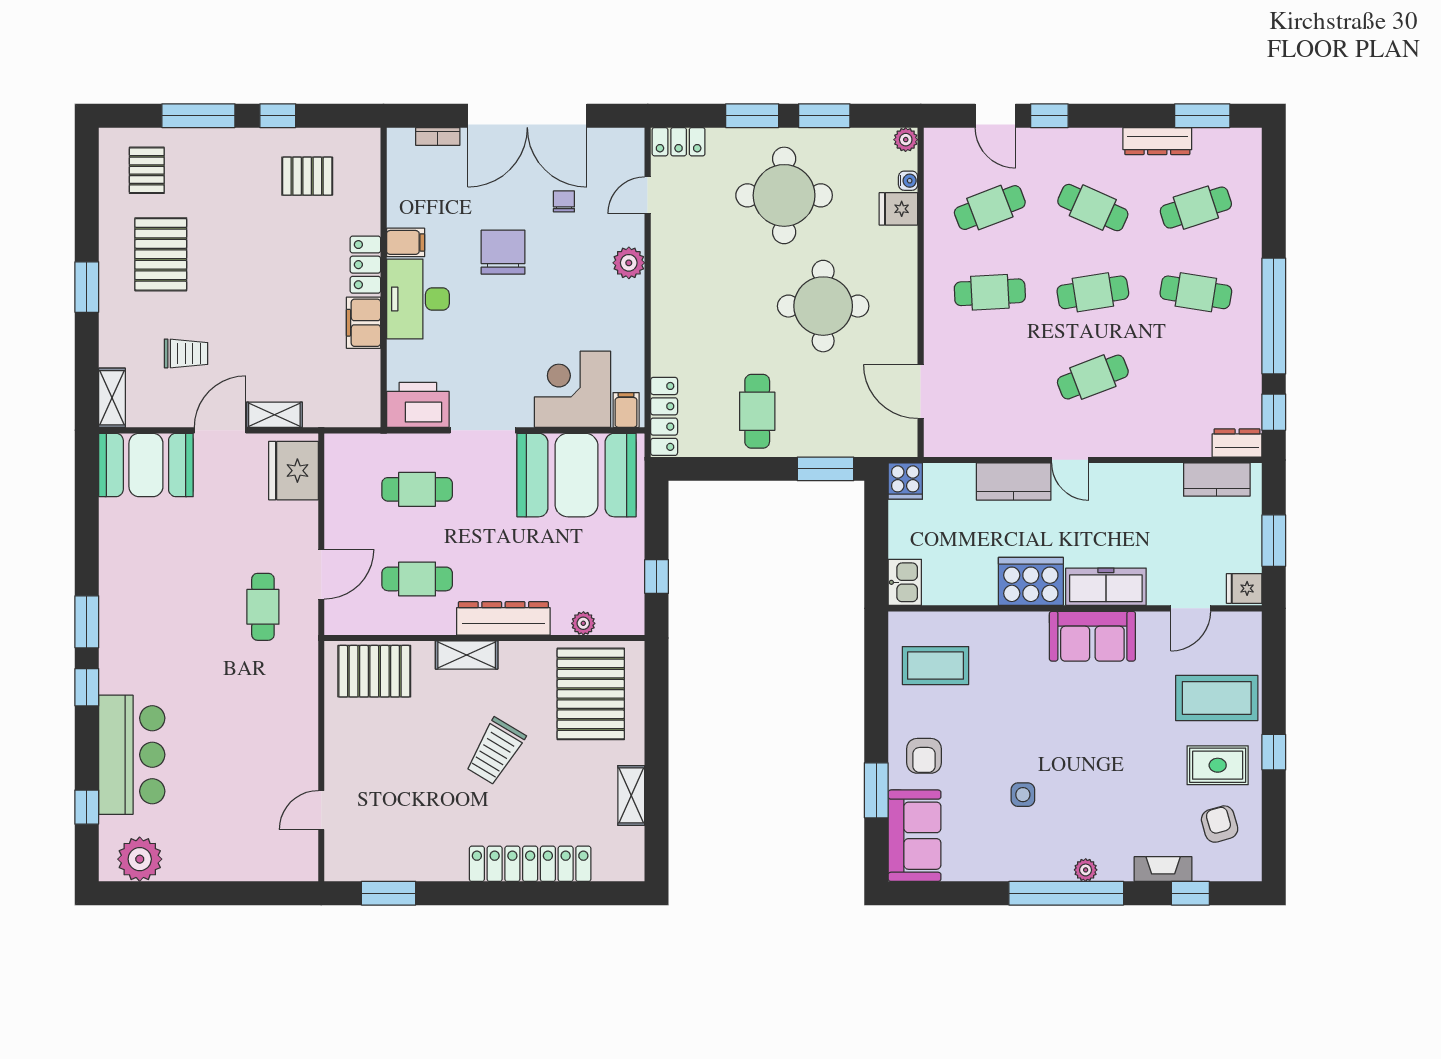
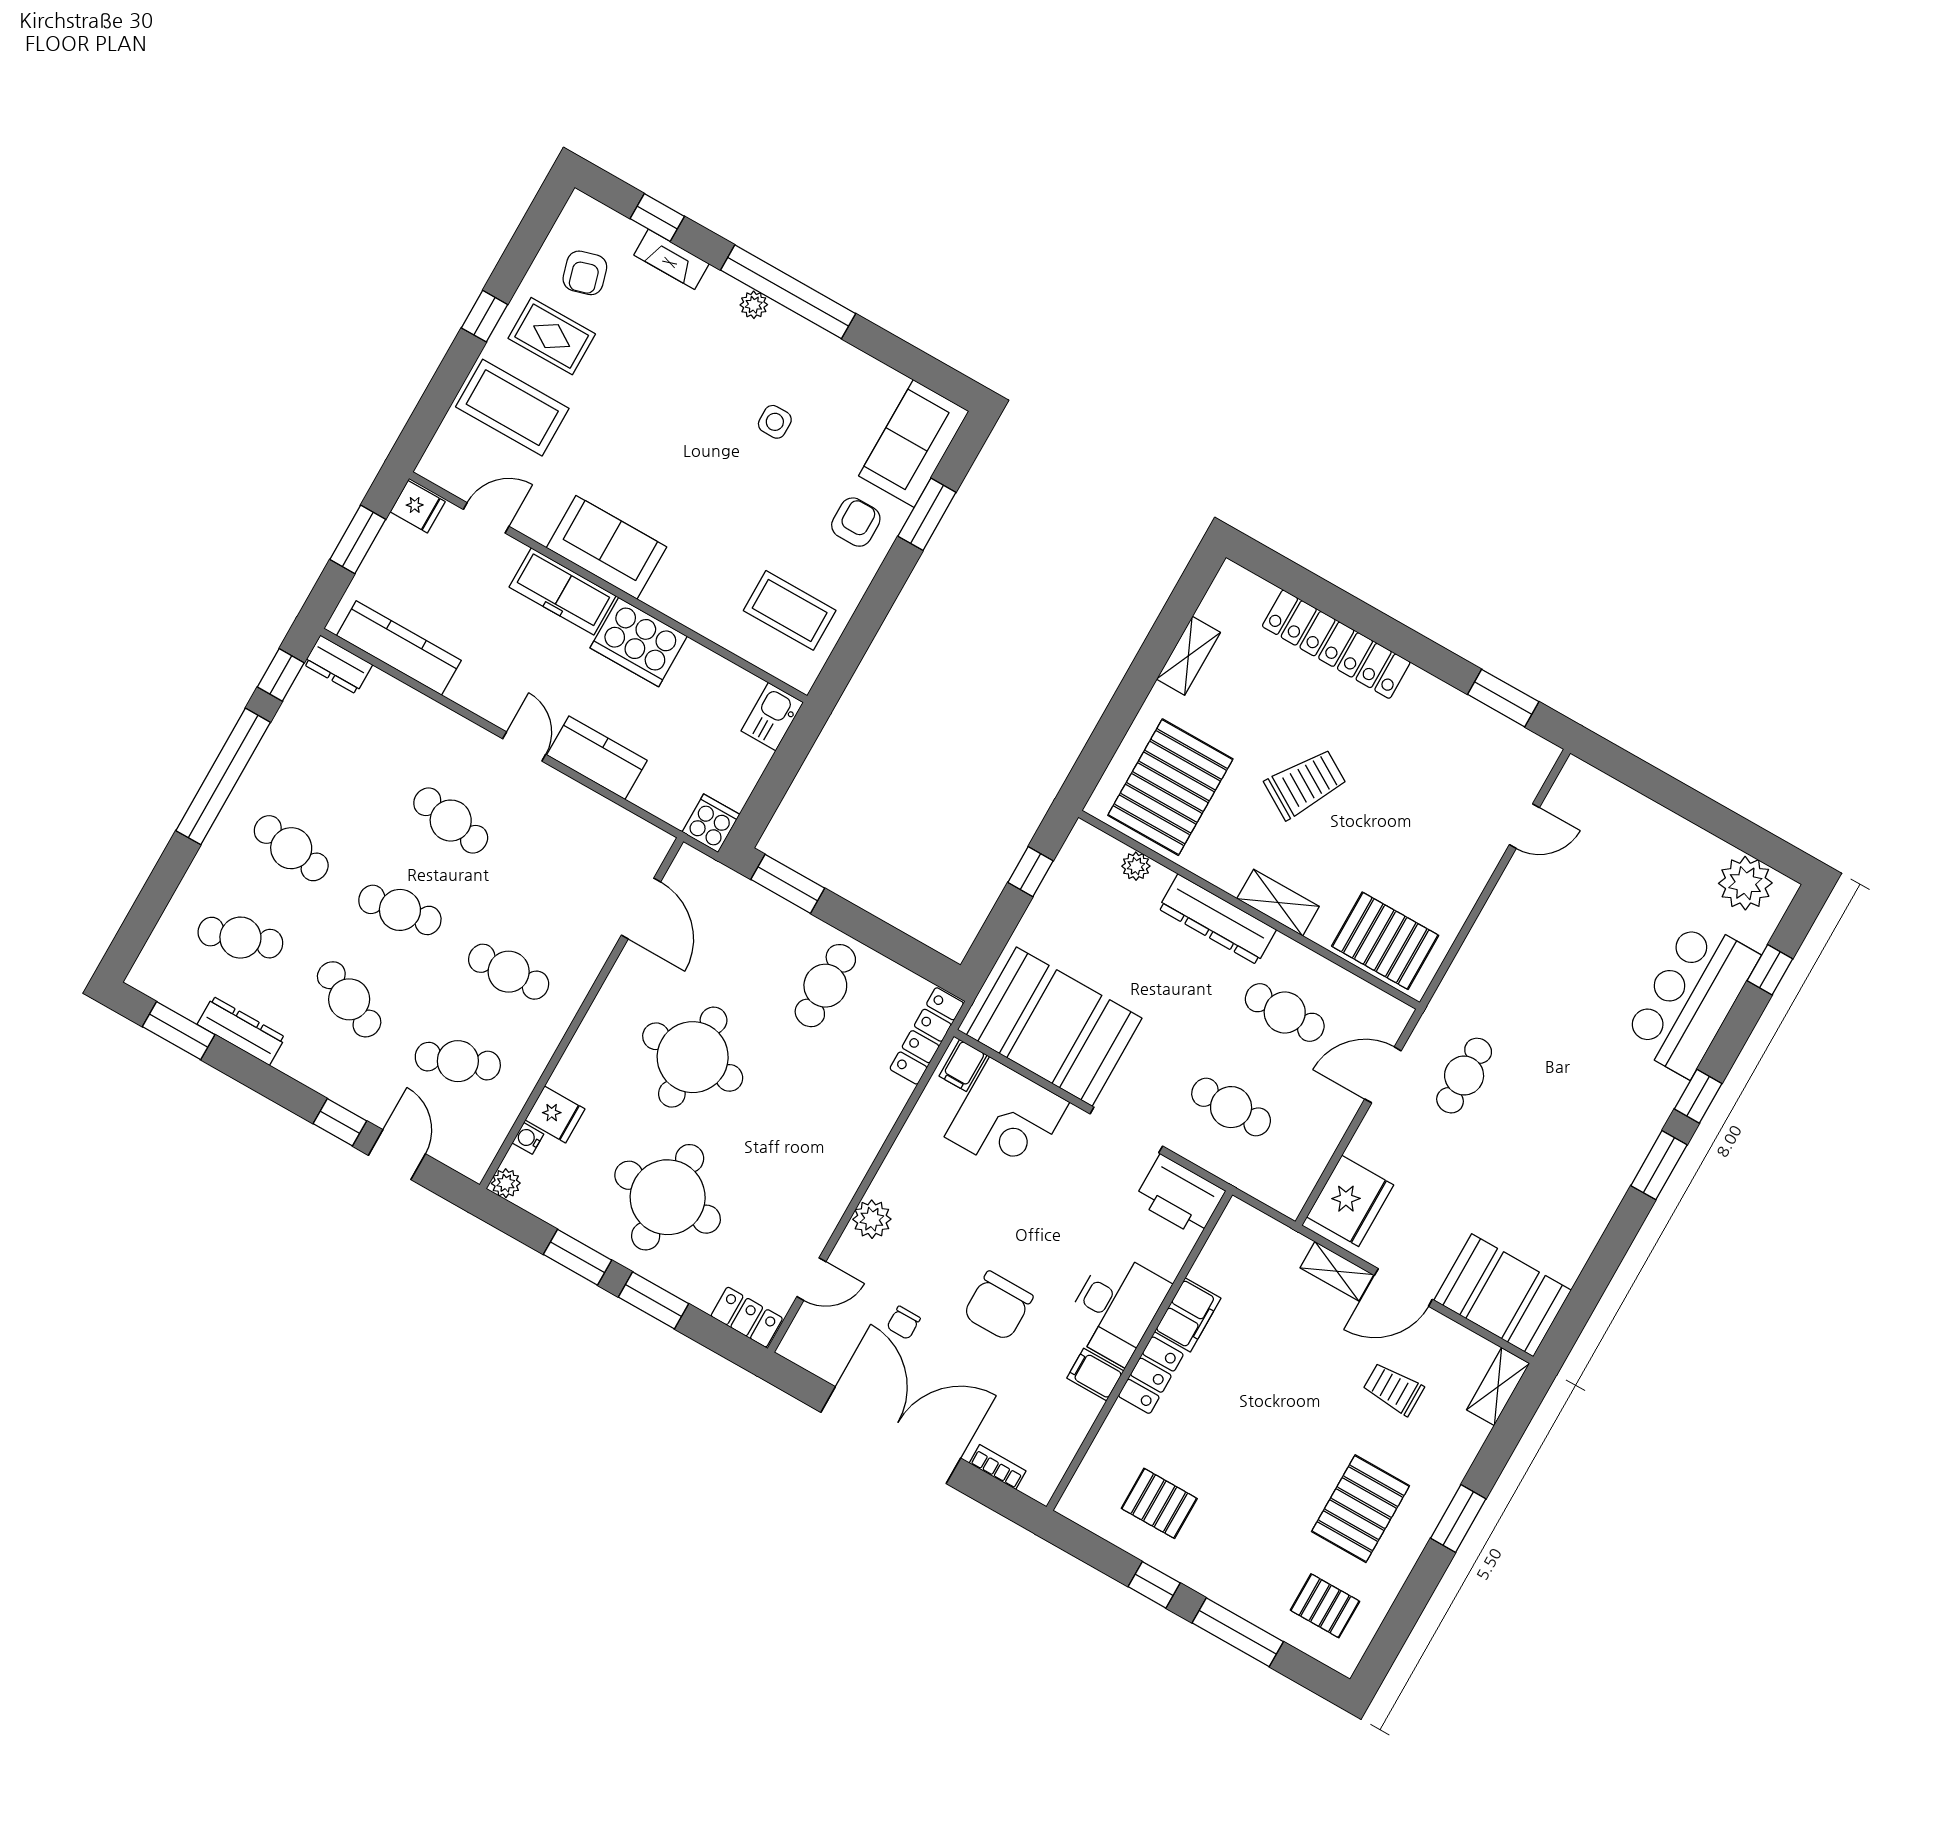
pallet: (147, 170) -> (1325, 1606), turned 90
cafe table: (1093, 377) -> (451, 821), turned 30
kitchen counter: (1217, 480) -> (399, 648), width x1.50

